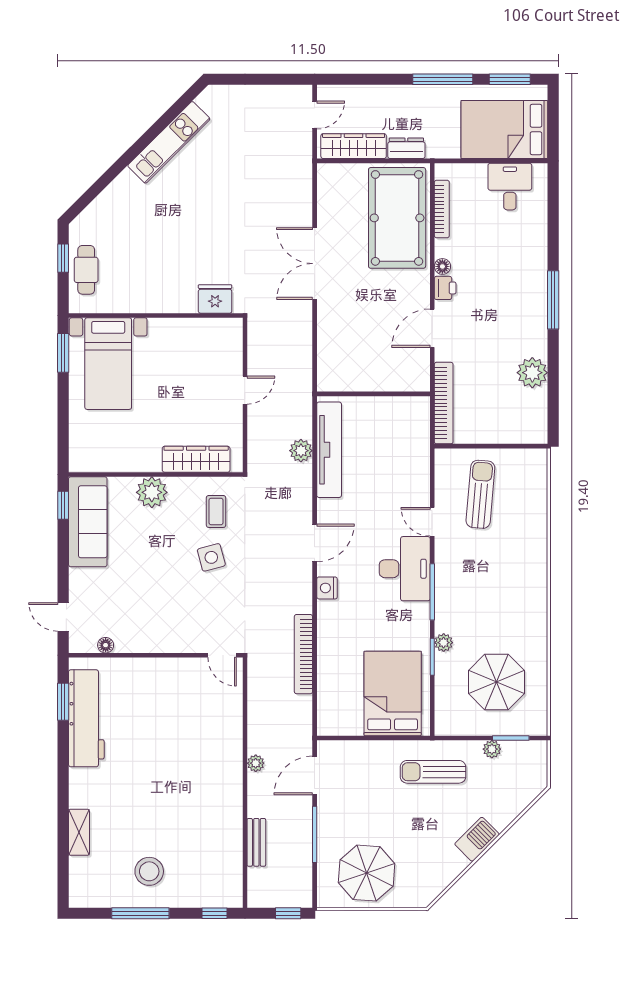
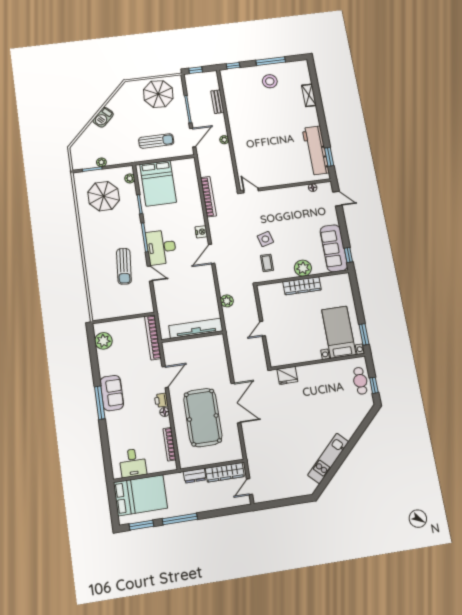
pool table: (397, 218) -> (203, 417), moved
sofa: (530, 314) -> (112, 393), added
plant: (532, 373) -> (103, 341), moved
tv unit: (329, 450) -> (196, 328), moved, turned 90
wardrobe: (196, 459) -> (302, 286), moved
sun lounger: (480, 494) -> (124, 266), moved
plant: (444, 643) -> (130, 178), moved
sun lounger: (433, 772) -> (156, 141), moved

